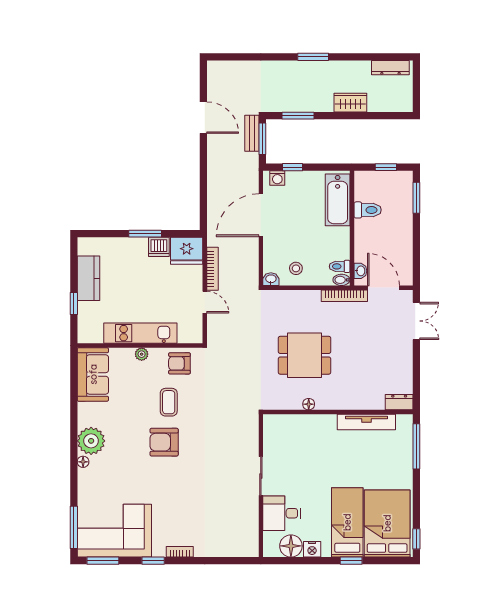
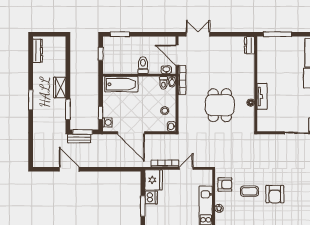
wardrobe: (350, 103) -> (60, 88), moved
door: (203, 118) -> (69, 169), hinge flipped
toilet: (368, 210) -> (143, 65), moved
door: (383, 288) -> (177, 55), hinge flipped
armchair: (179, 363) -> (225, 184), turned -90
tv unit: (366, 422) -> (262, 96), moved, width x0.71

